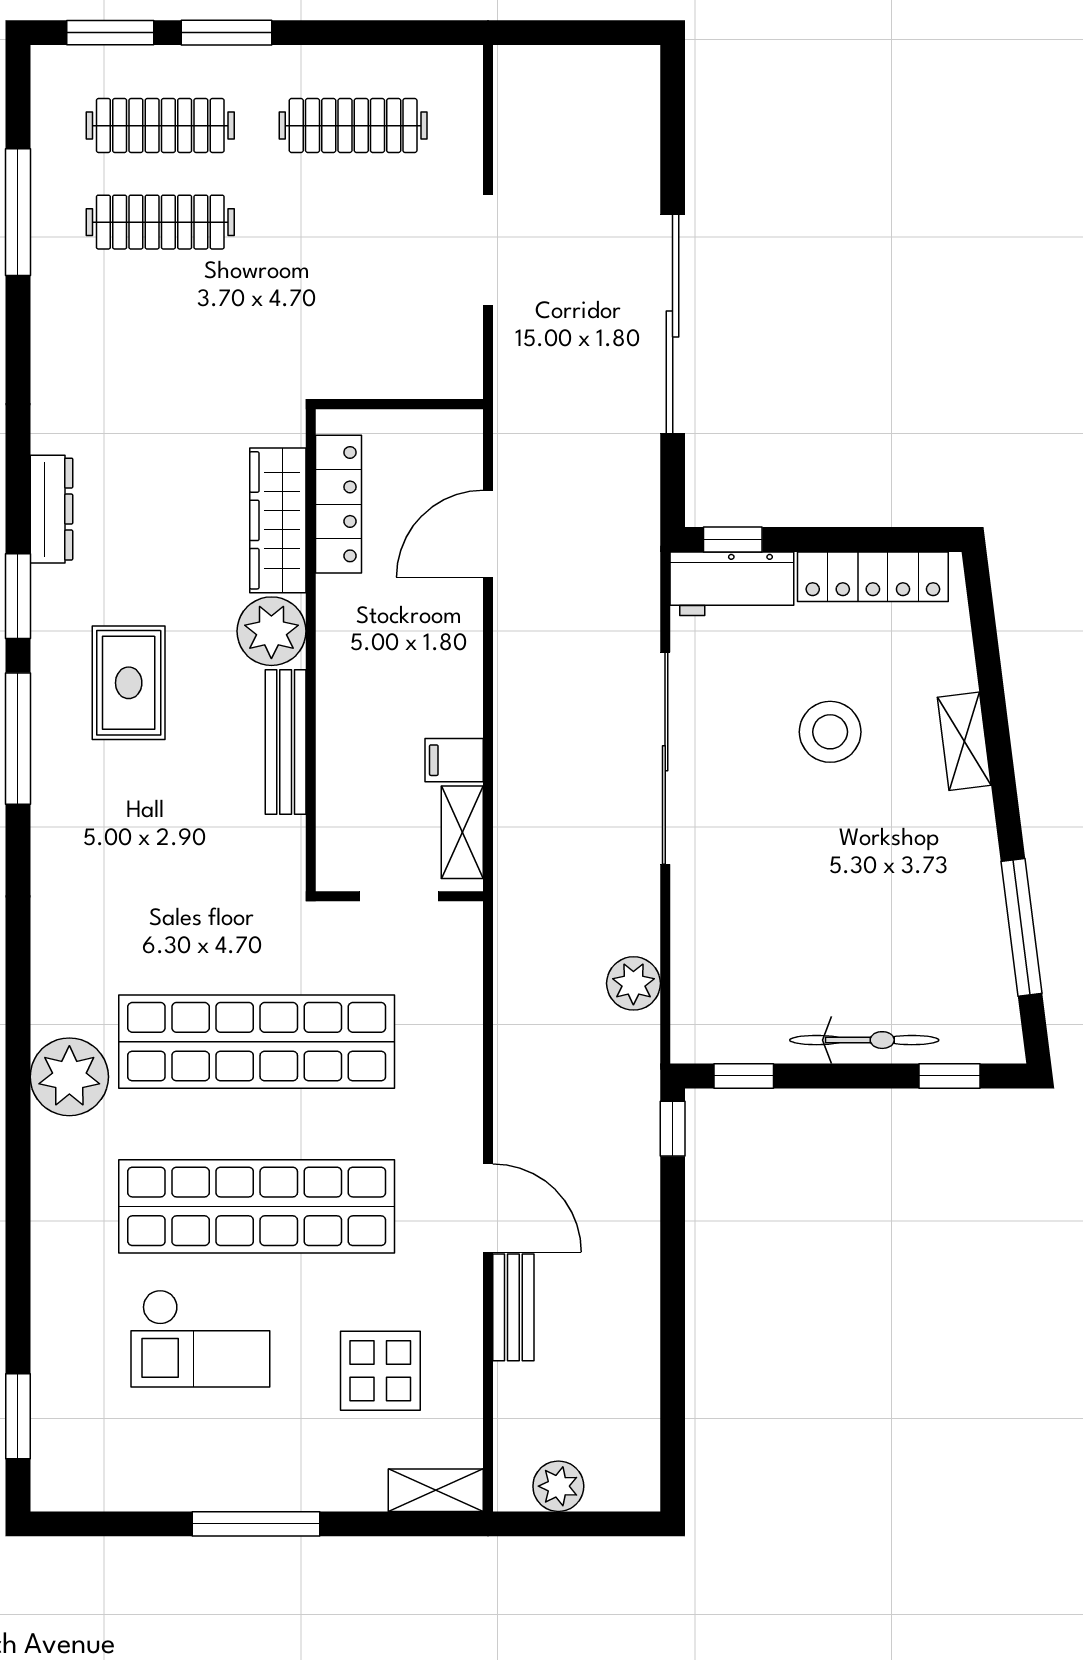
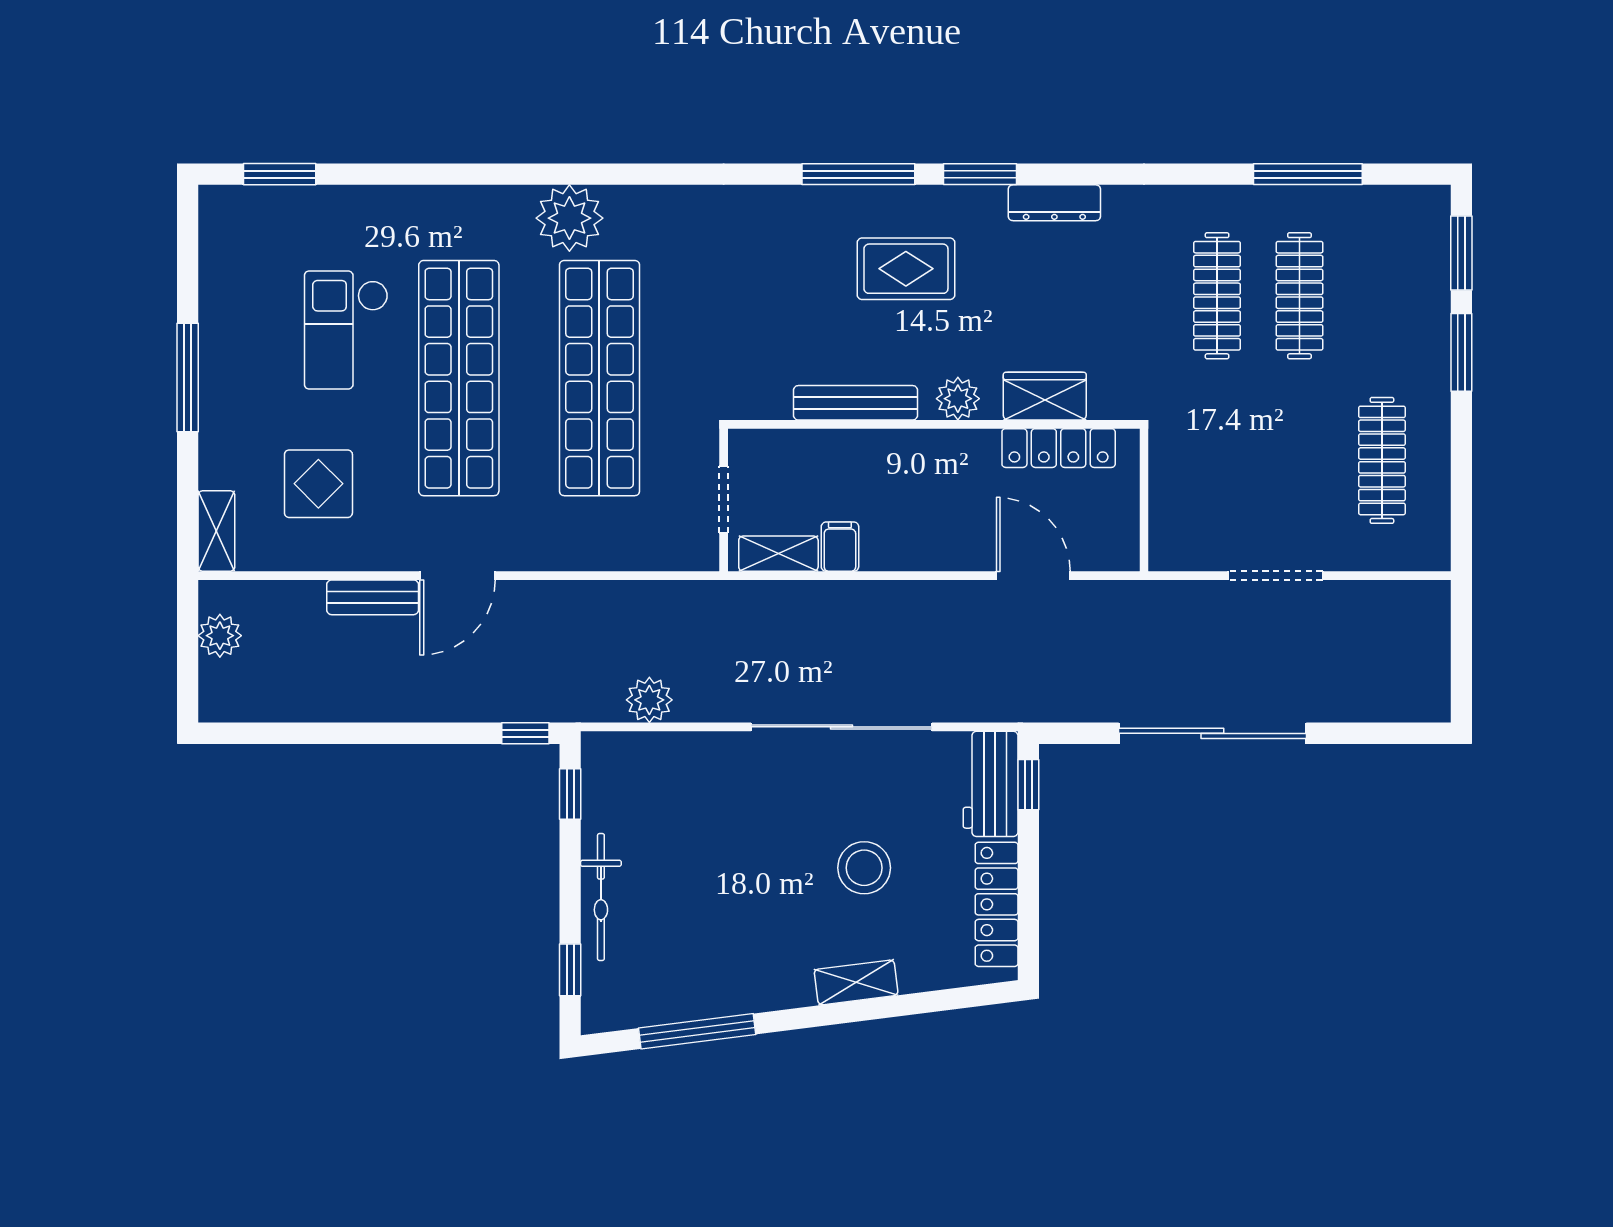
clothes rail: (160, 126) -> (1217, 296), moved
wardrobe: (278, 520) -> (1045, 396), width x0.67
plant: (271, 631) -> (958, 399), width x0.73, depth x0.73

